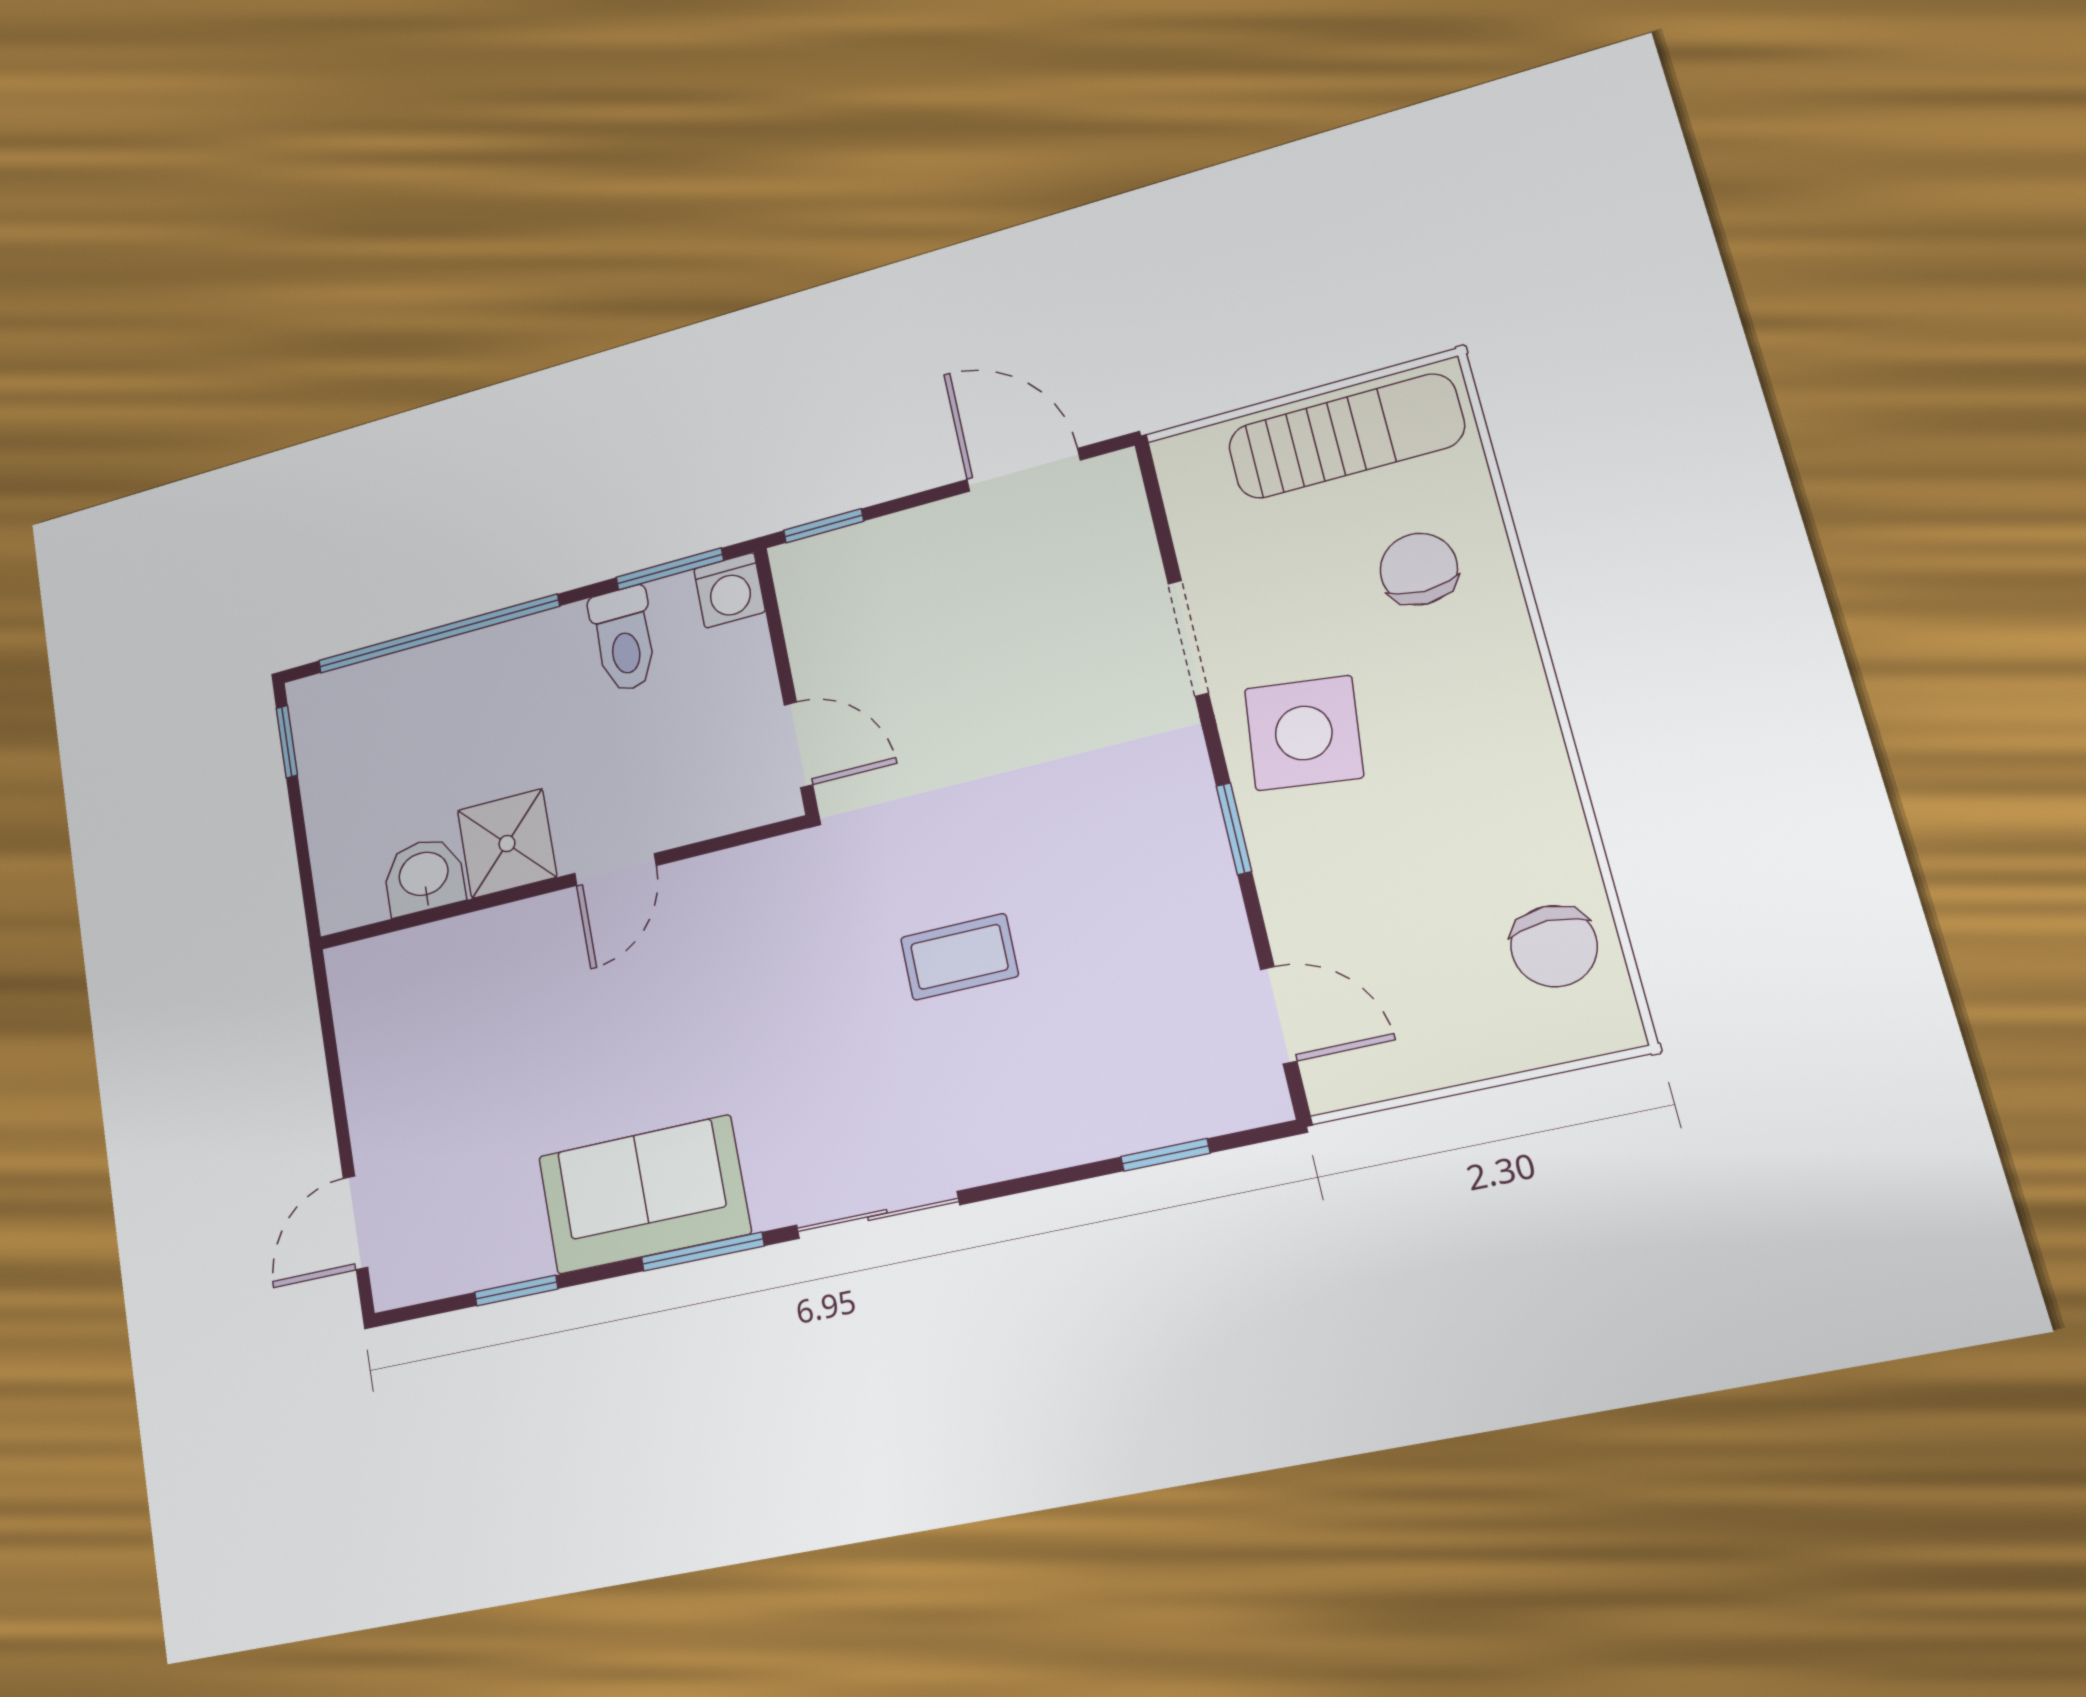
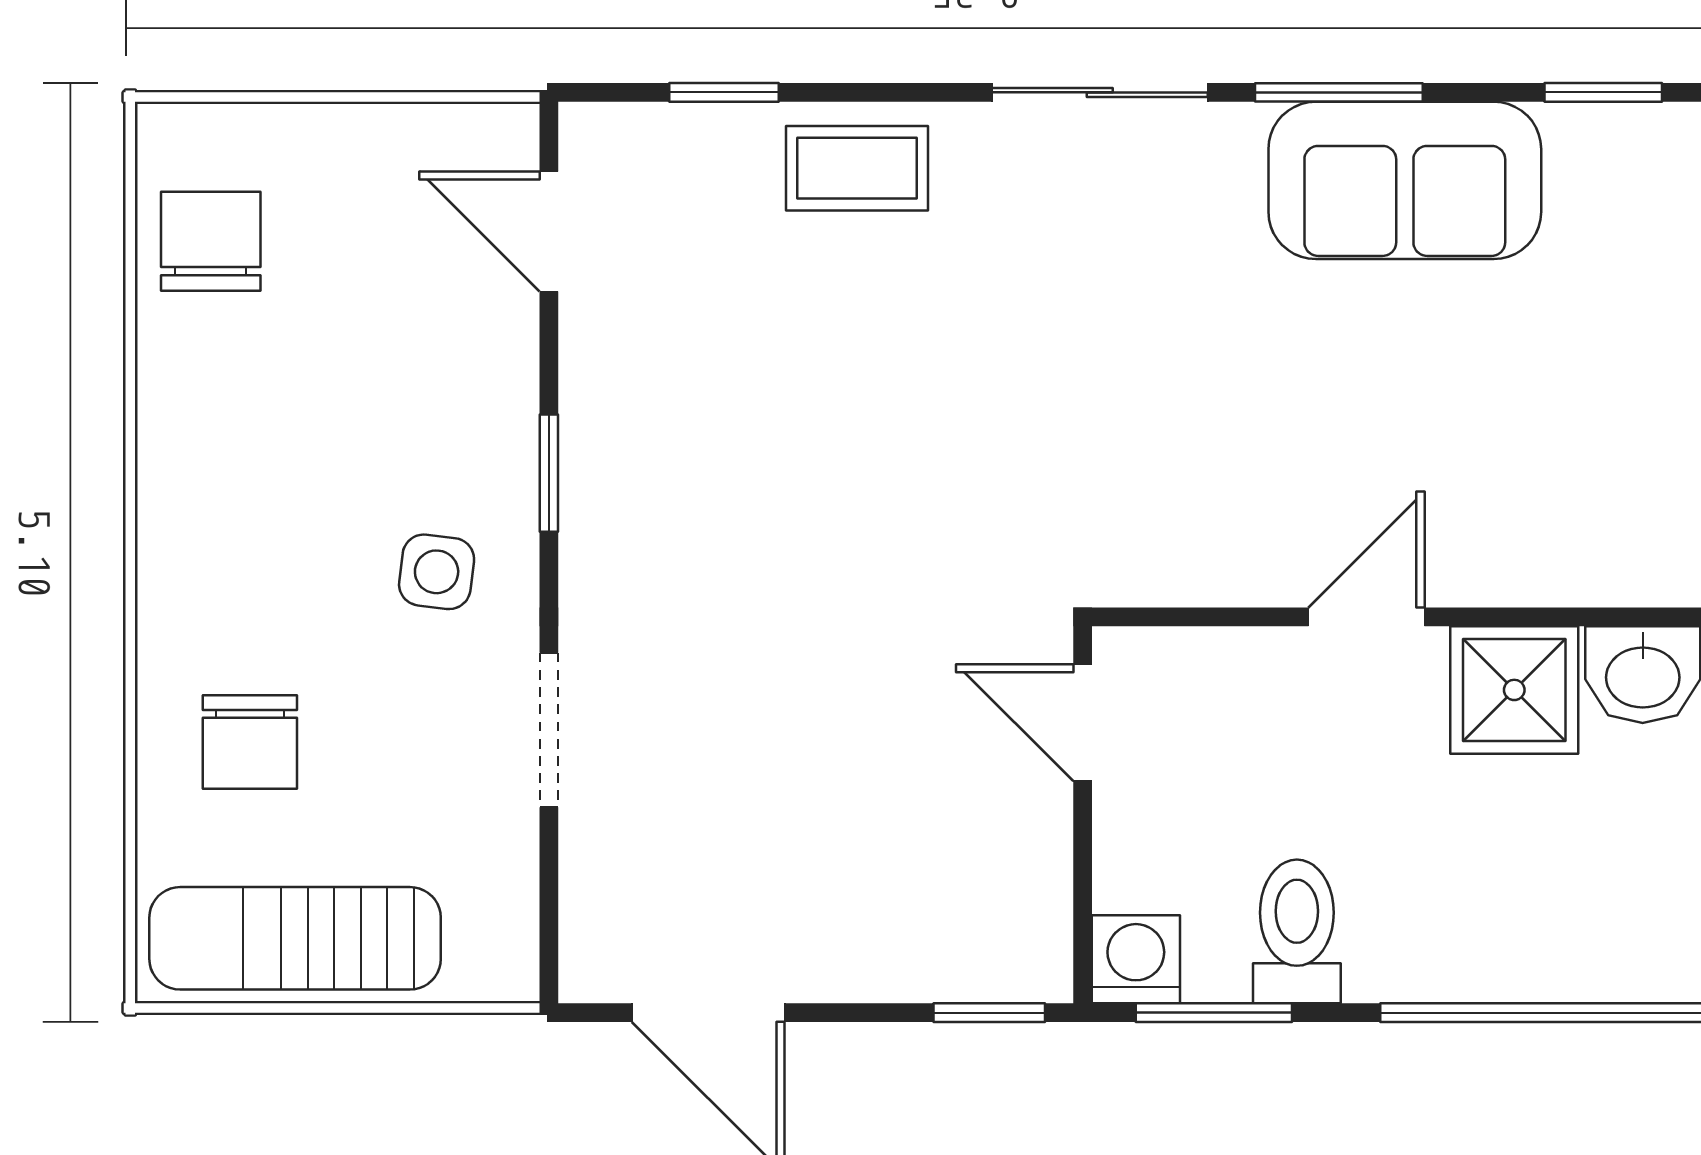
side table: (1304, 733) -> (437, 572), width x0.54, depth x0.54
coffee table: (959, 957) -> (857, 168), moved

